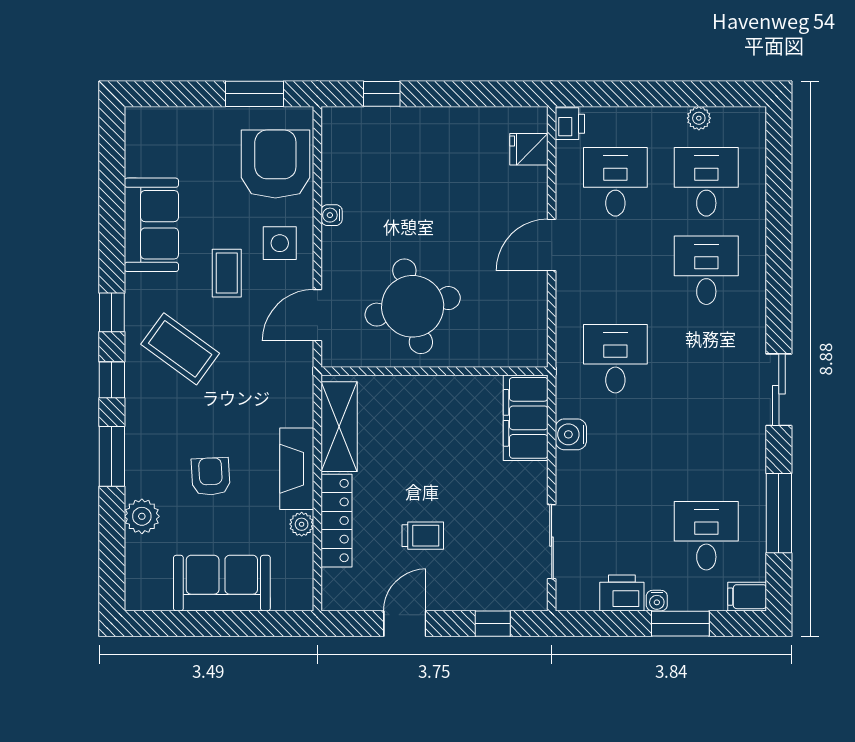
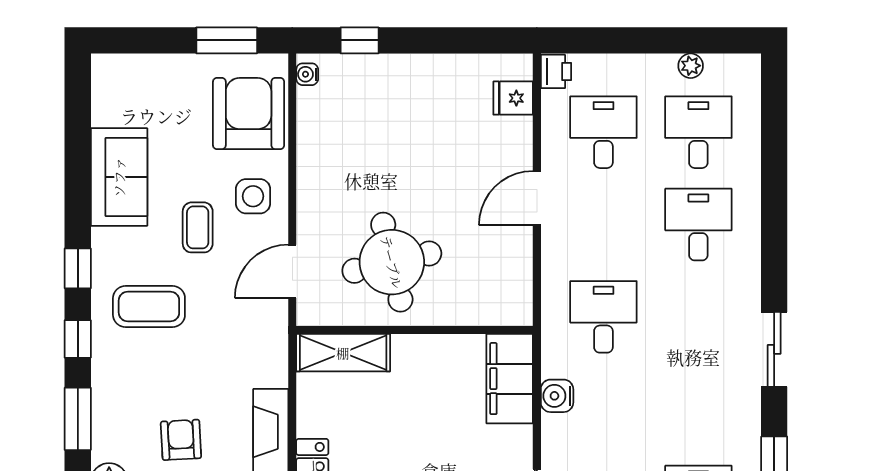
water cooler: (332, 215) -> (307, 74), moved
coffee table: (180, 349) -> (149, 307), turned -36
shelving: (339, 427) -> (343, 353), moved, turned 90

